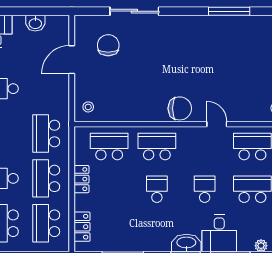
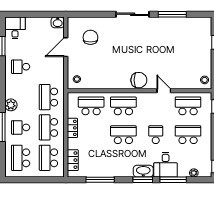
sliding door: (134, 11) -> (133, 14), moved
washbasin: (35, 23) -> (58, 22), moved
school desk: (157, 189) -> (123, 135), width x1.85

